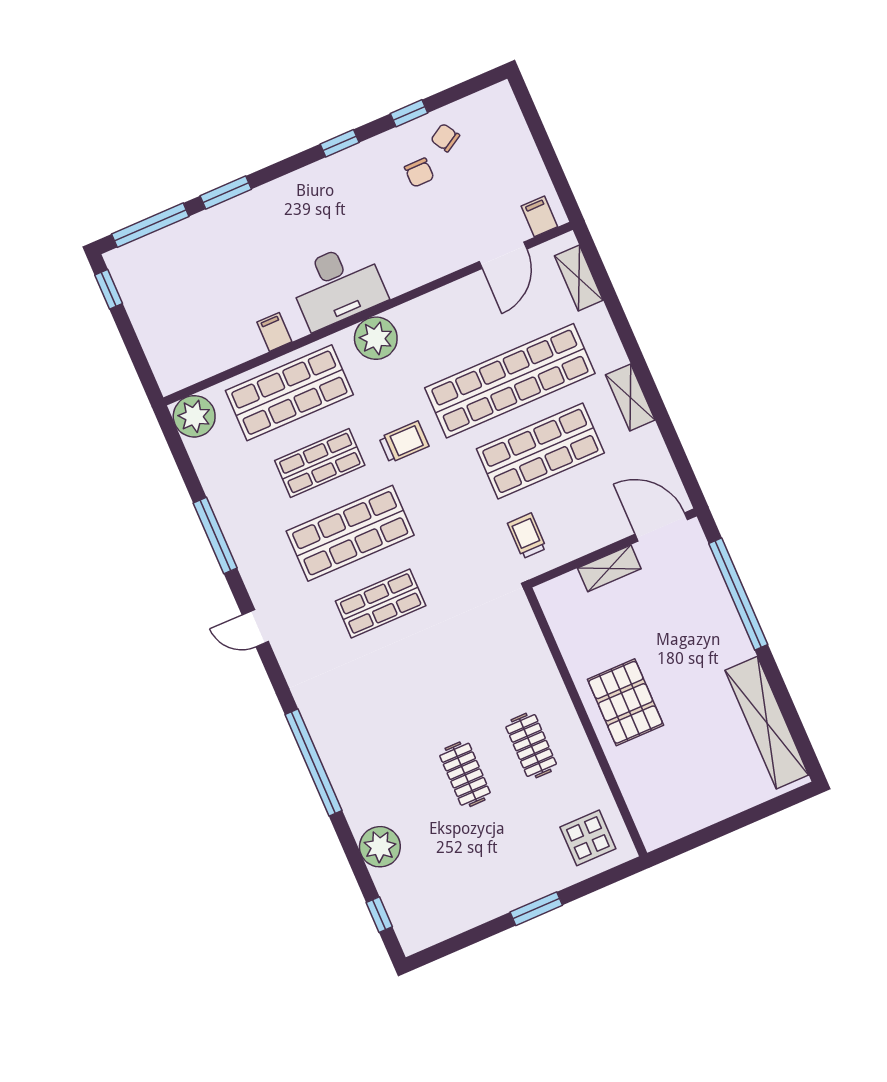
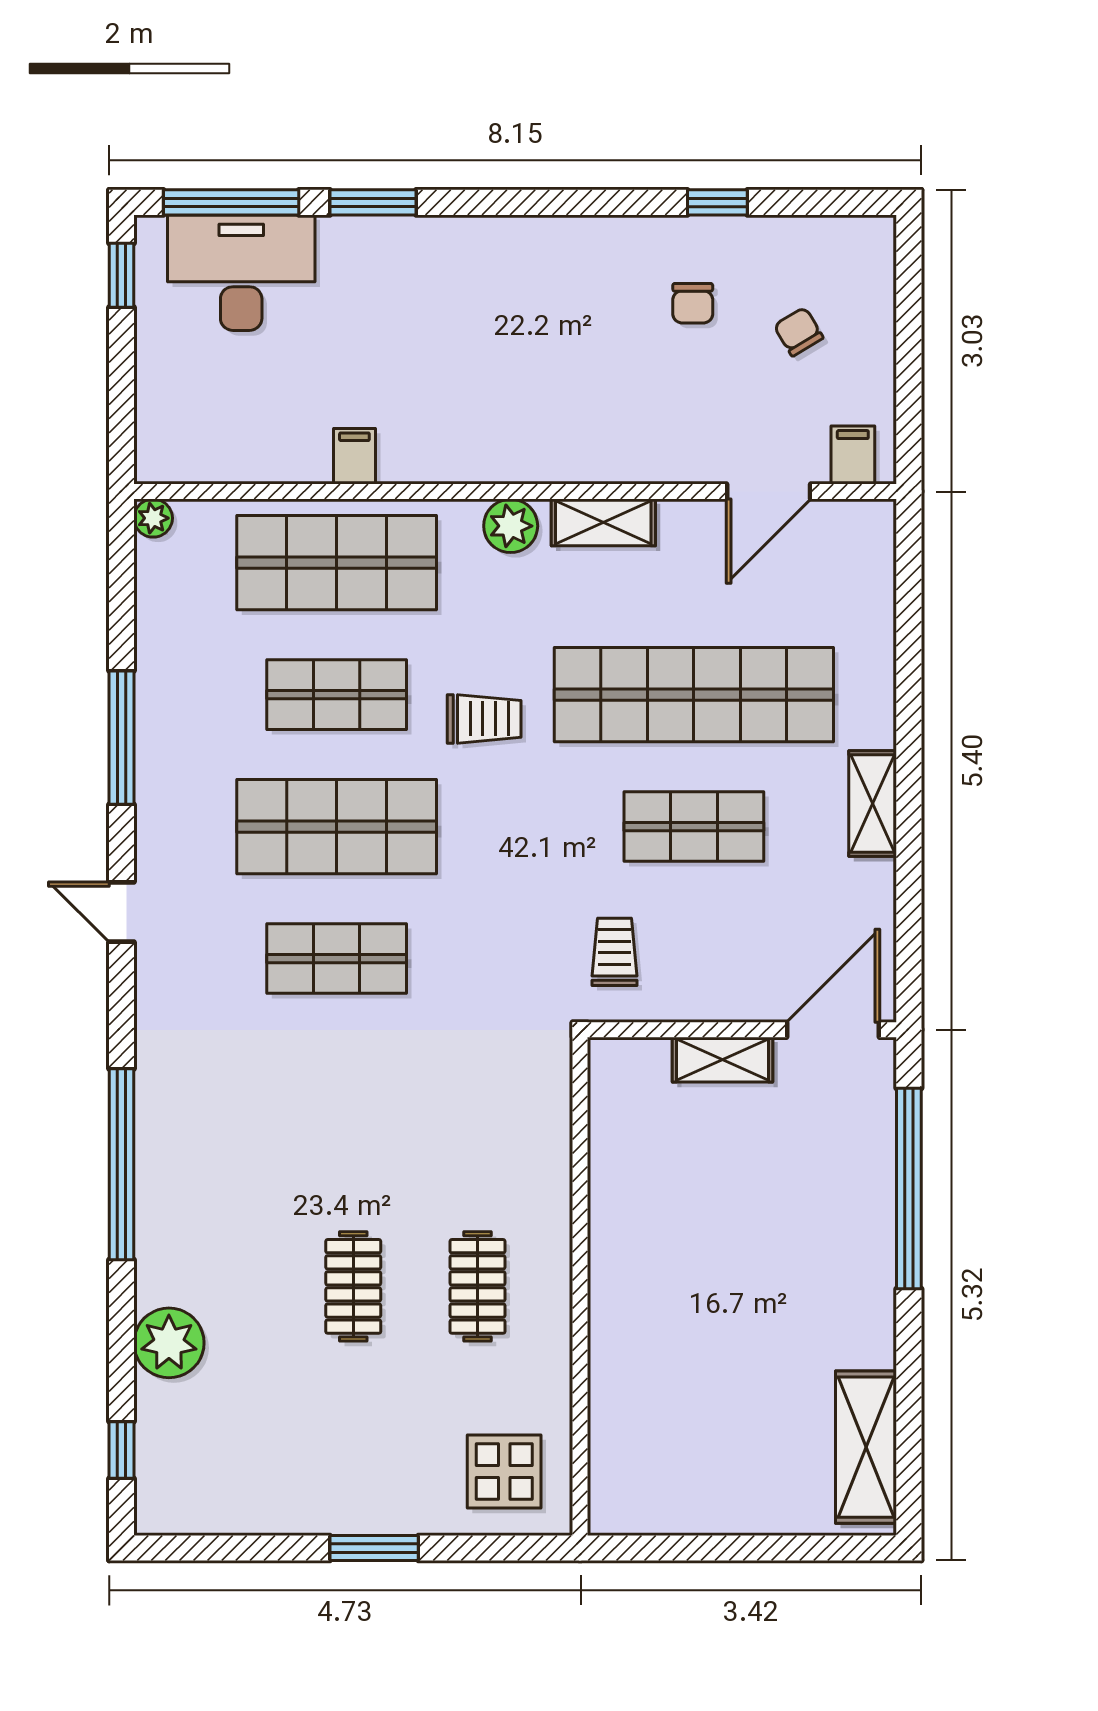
chair: (445, 138) -> (799, 332), moved
window: (340, 143) -> (587, 202), removed
shelving: (579, 278) -> (603, 522), moved, turned 90
desk: (337, 286) -> (241, 273), moved, turned 180
plant: (376, 338) -> (511, 526), width x0.73, depth x0.73
plant: (194, 416) -> (153, 518), width x0.53, depth x0.53
shop shelf: (540, 451) -> (694, 827), width x0.70, depth x0.74
door: (661, 527) -> (833, 1030), hinge flipped
pallet: (625, 702) -> (656, 1283), removed
shelving: (767, 723) -> (866, 1447), width x0.68

